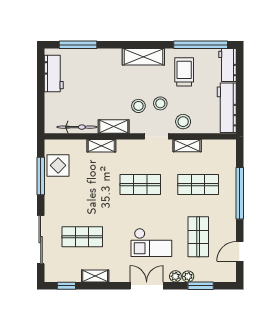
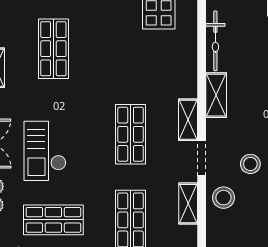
stool: (138, 106) -> (247, 132), removed
shelving: (101, 146) -> (188, 120), moved

